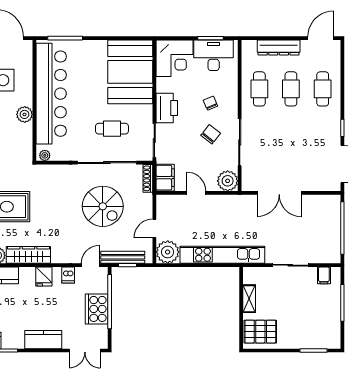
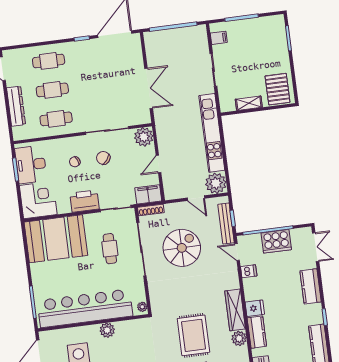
fridge: (44, 276) -> (255, 308), moved

